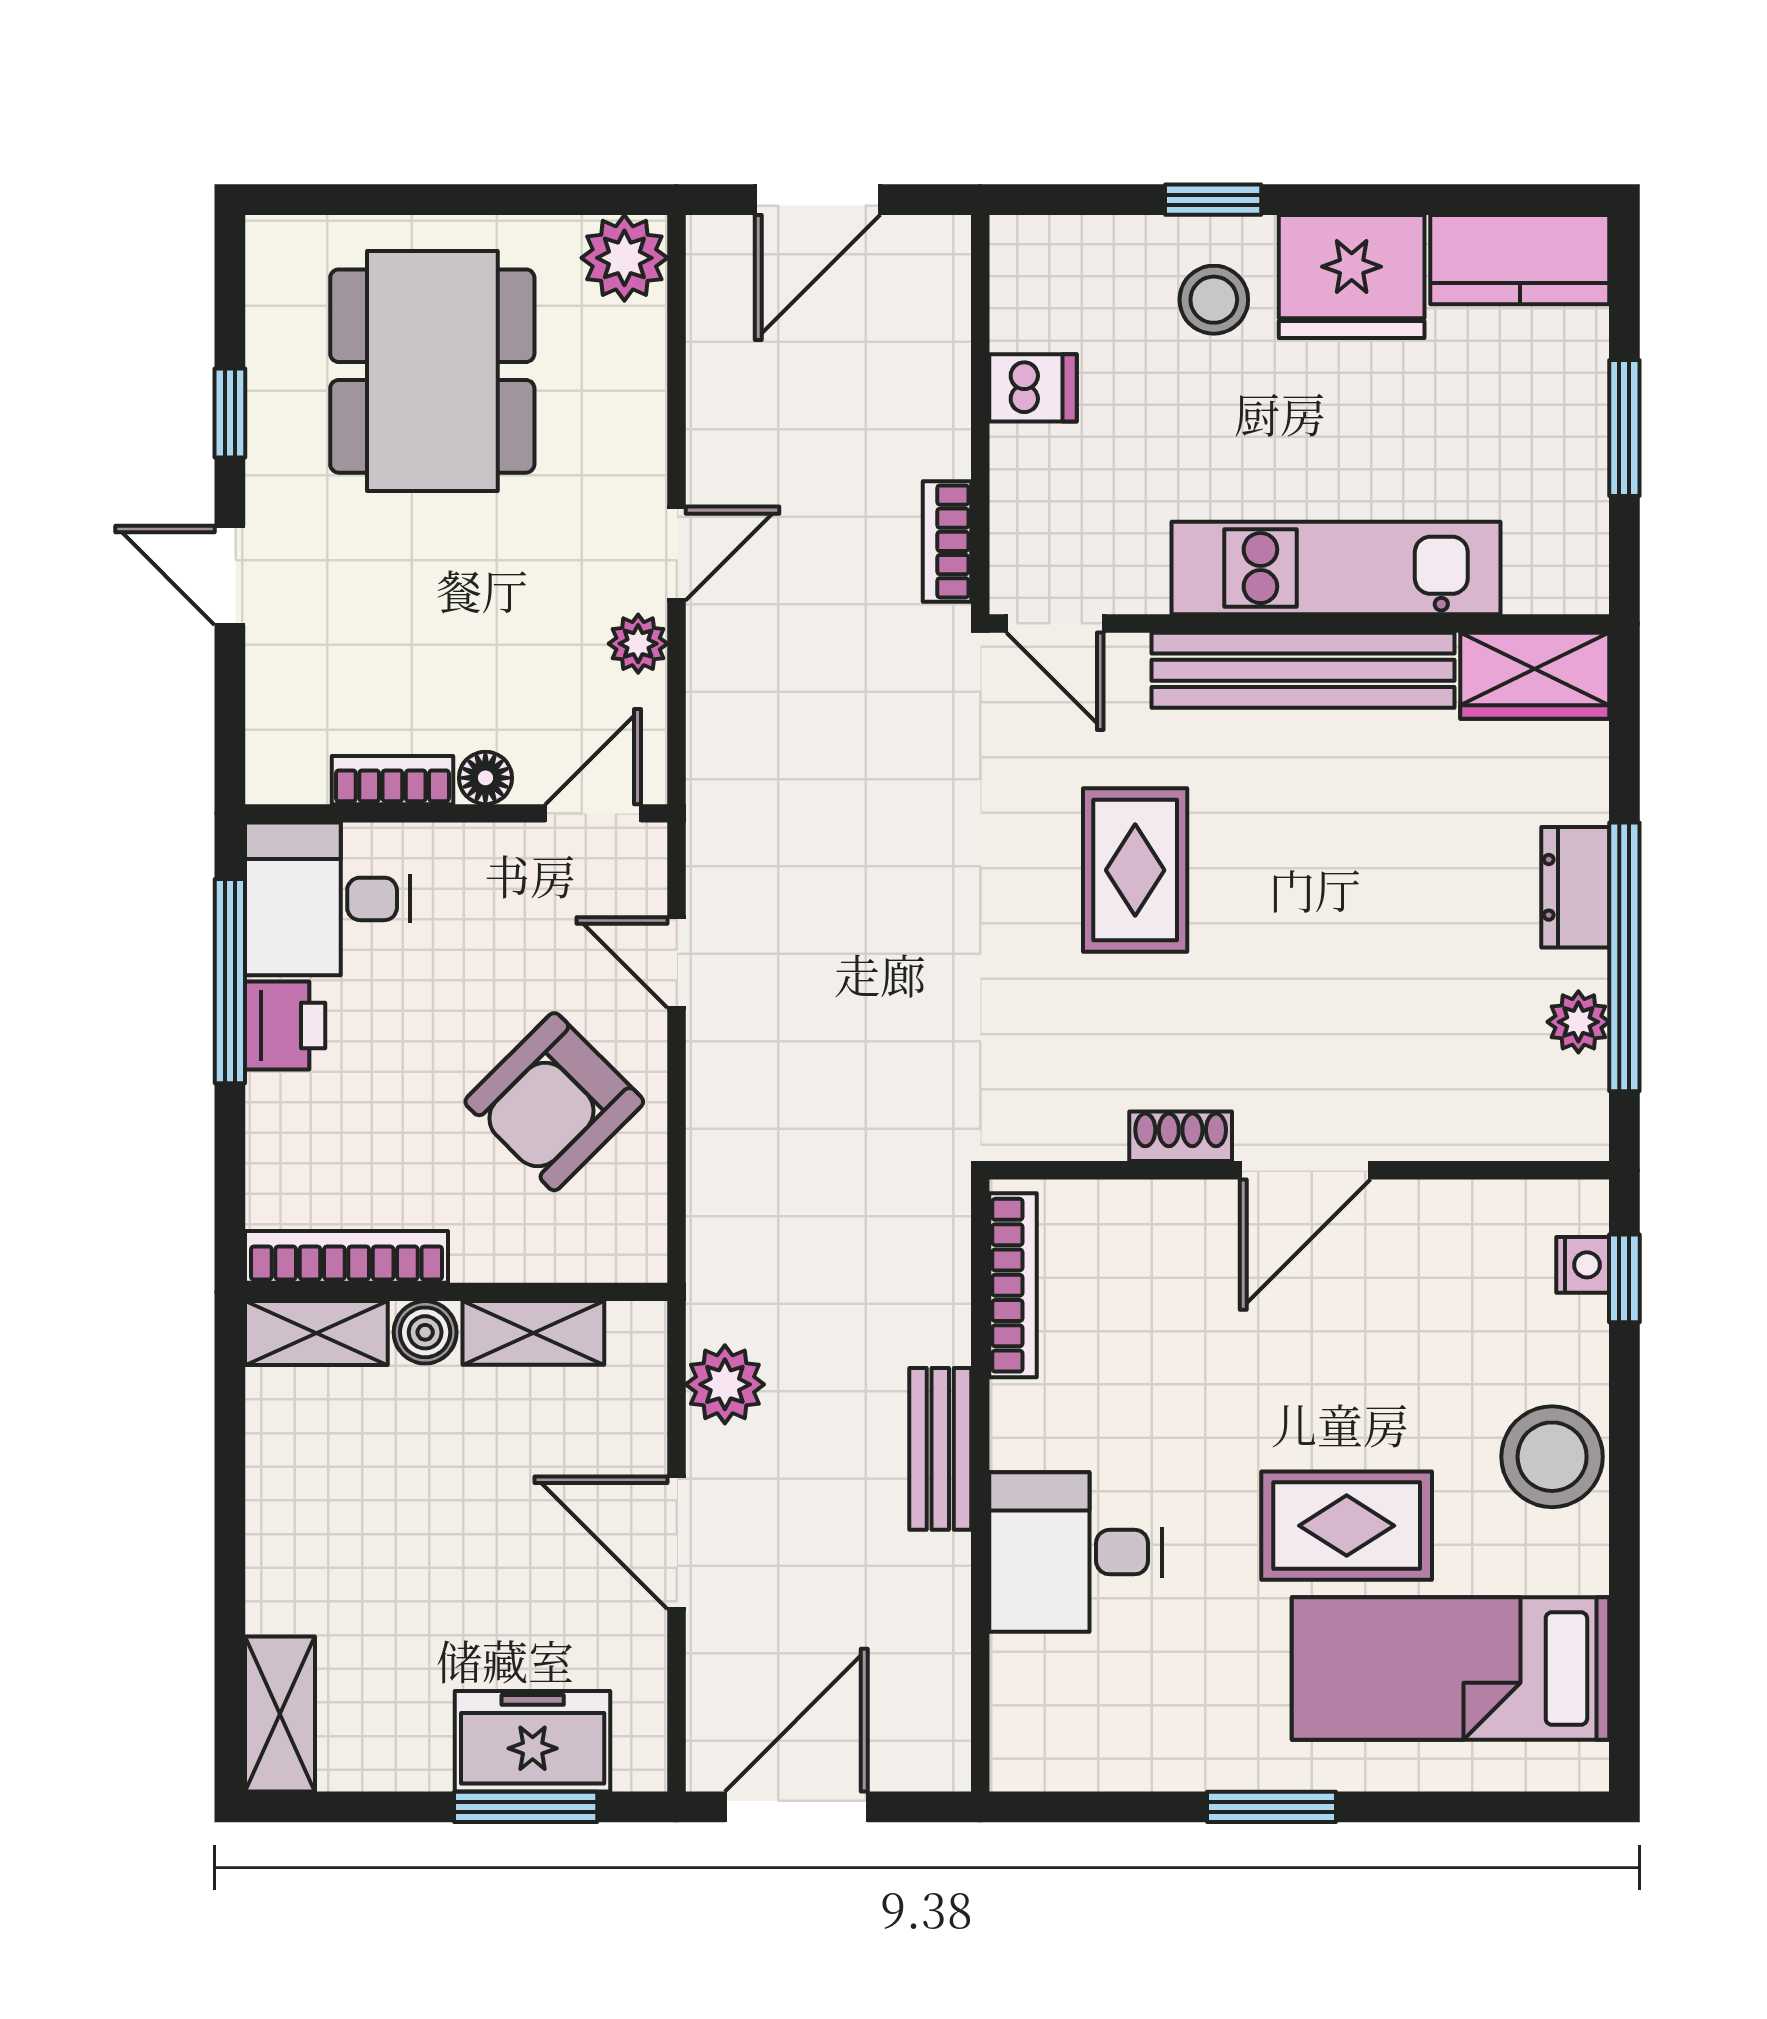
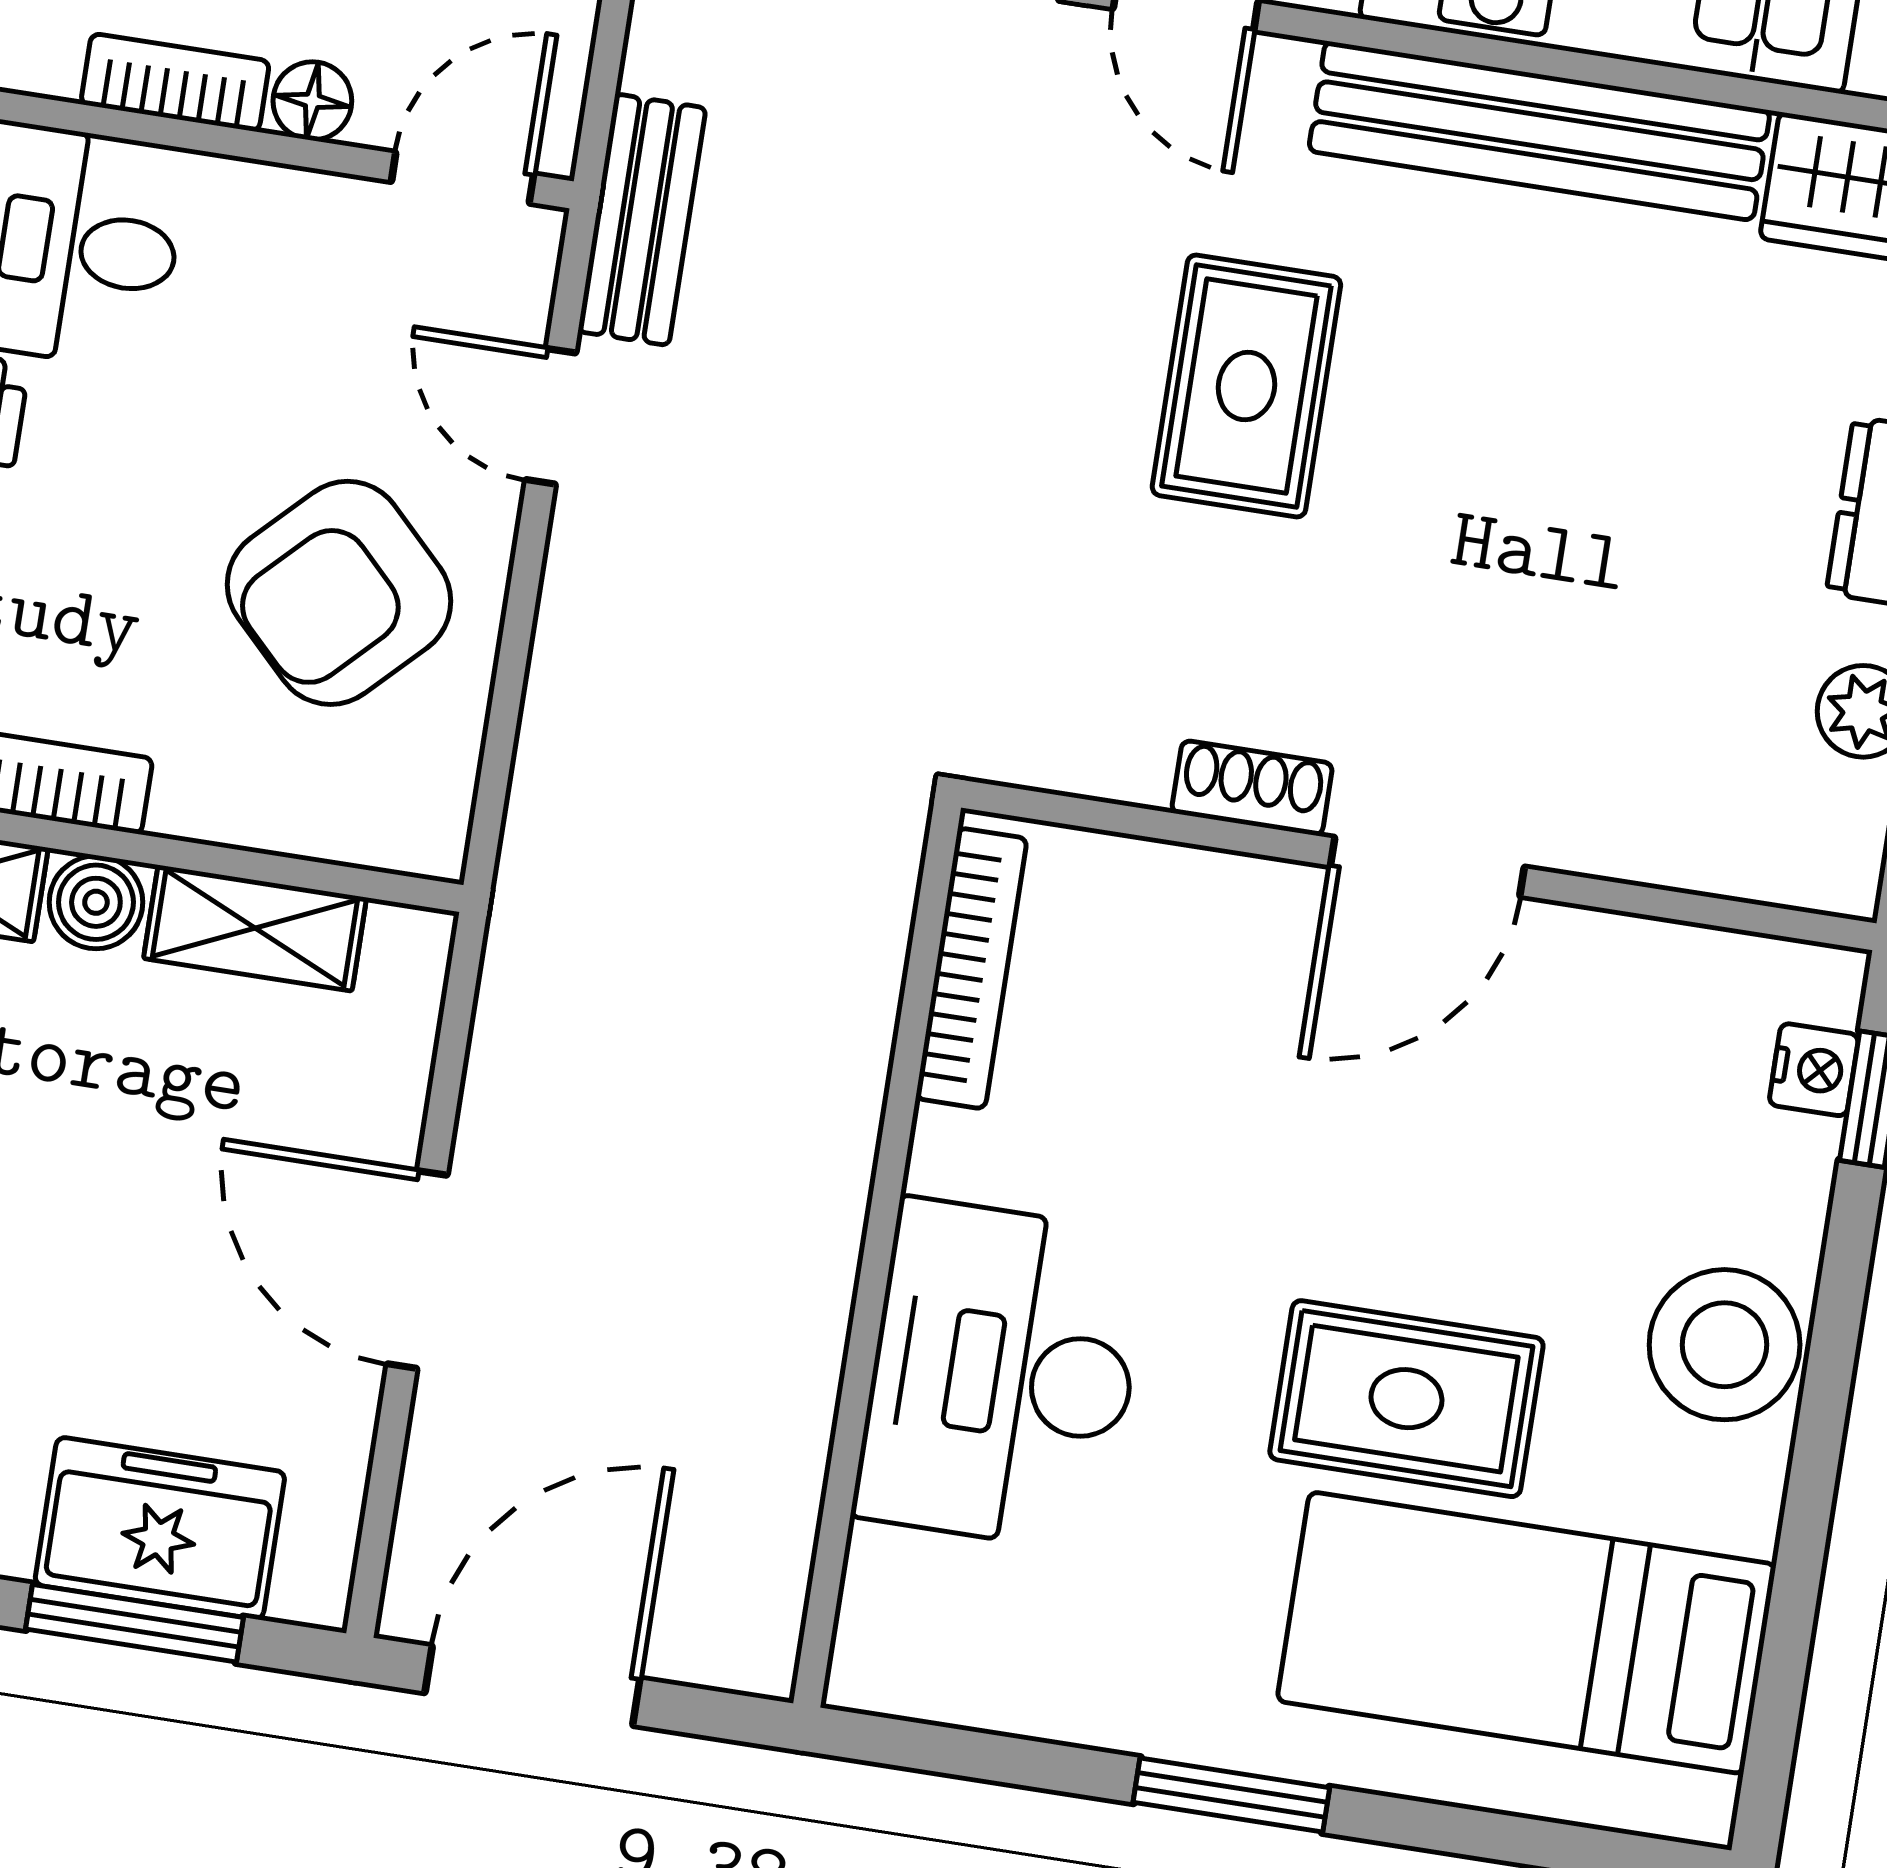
plant: (725, 1384) -> (525, 1048), removed
bench: (940, 1449) -> (642, 220), moved
desk: (1076, 1552) -> (1002, 1375), width x1.37

